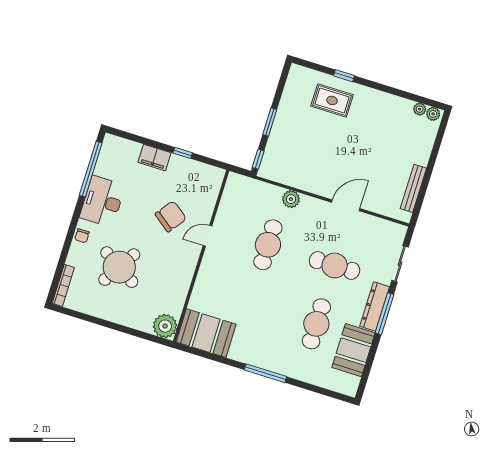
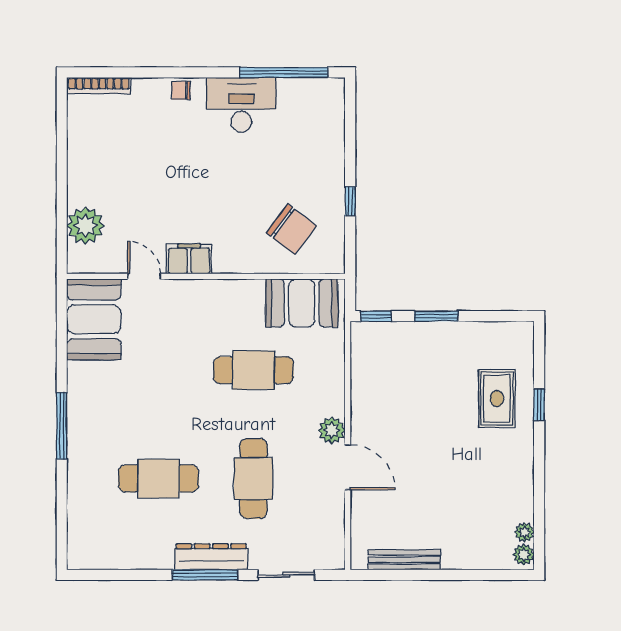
filing cabinet: (155, 158) -> (189, 259), moved, turned 90
plant: (291, 199) -> (332, 430), moved
chair: (171, 216) -> (291, 229), moved
door: (207, 236) -> (144, 276), moved
round table: (119, 267) -> (152, 160), removed
plant: (165, 326) -> (85, 226), moved
booth: (354, 350) -> (302, 303), moved

